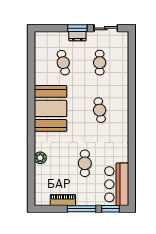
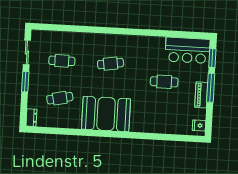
dresser: (77, 36) -> (31, 118), moved
plant: (40, 158) -> (156, 127), removed
fridge: (44, 199) -> (199, 126), added
piano: (63, 200) -> (201, 95), moved

